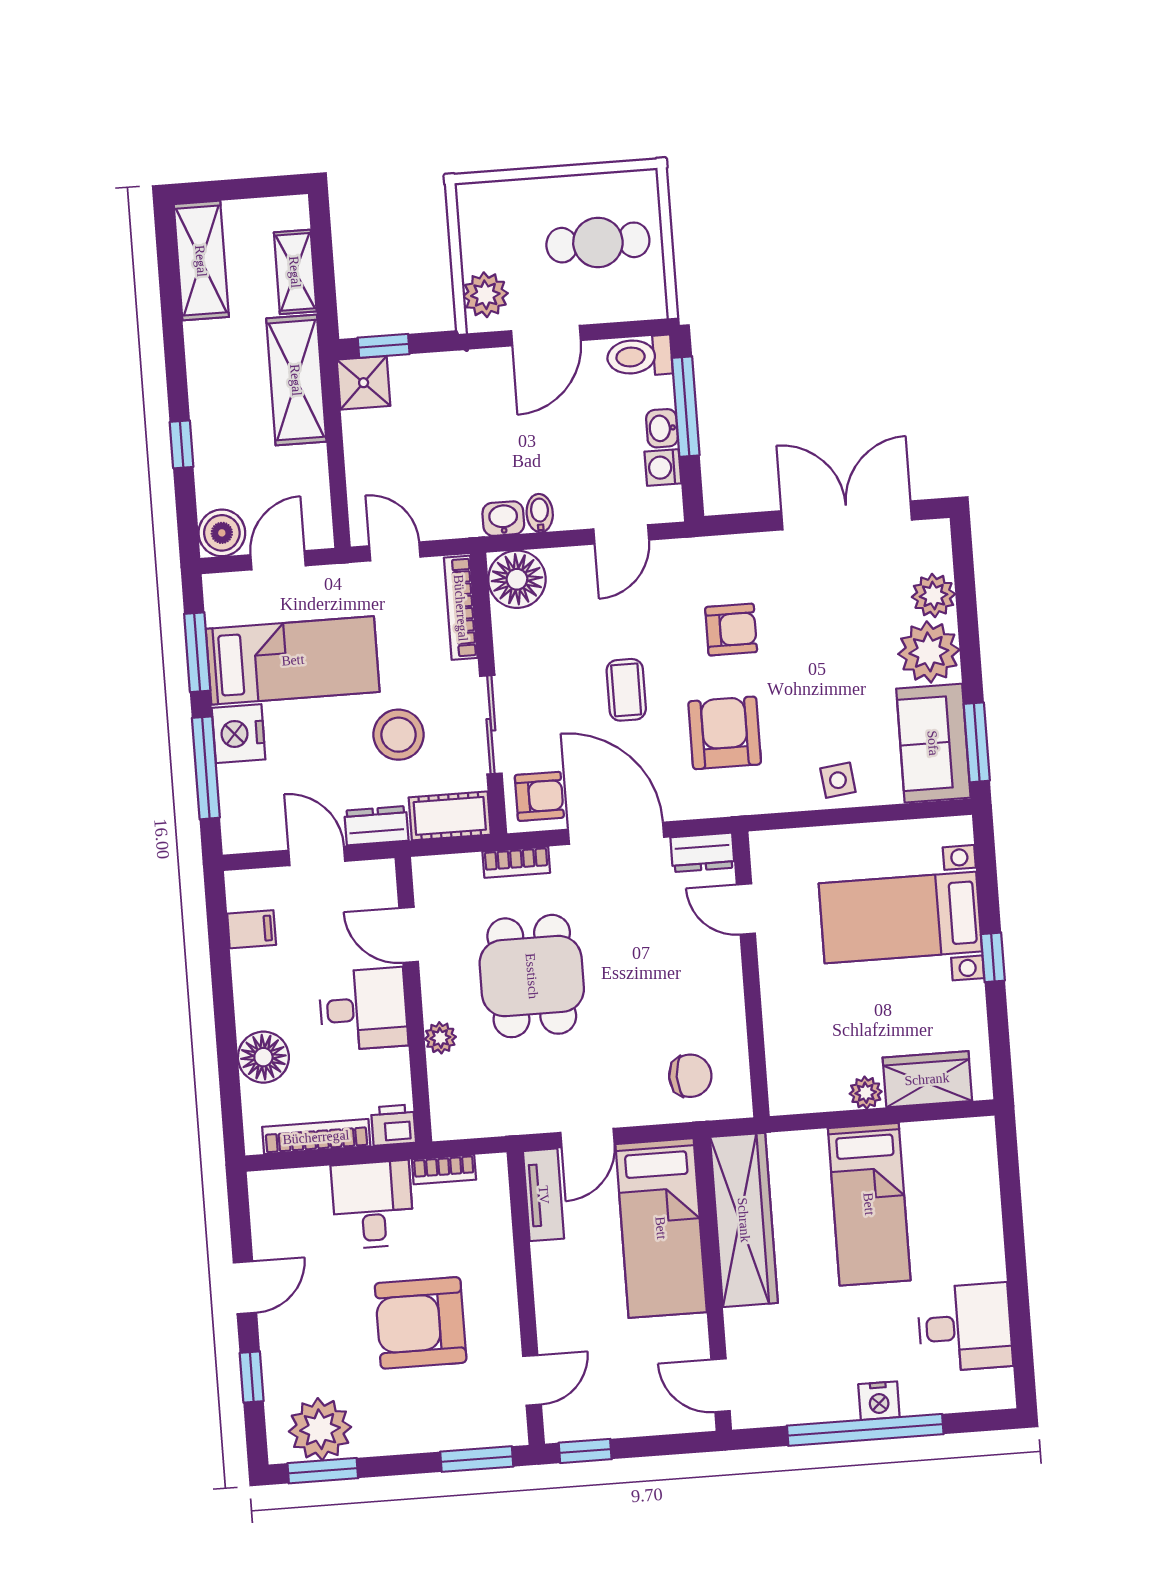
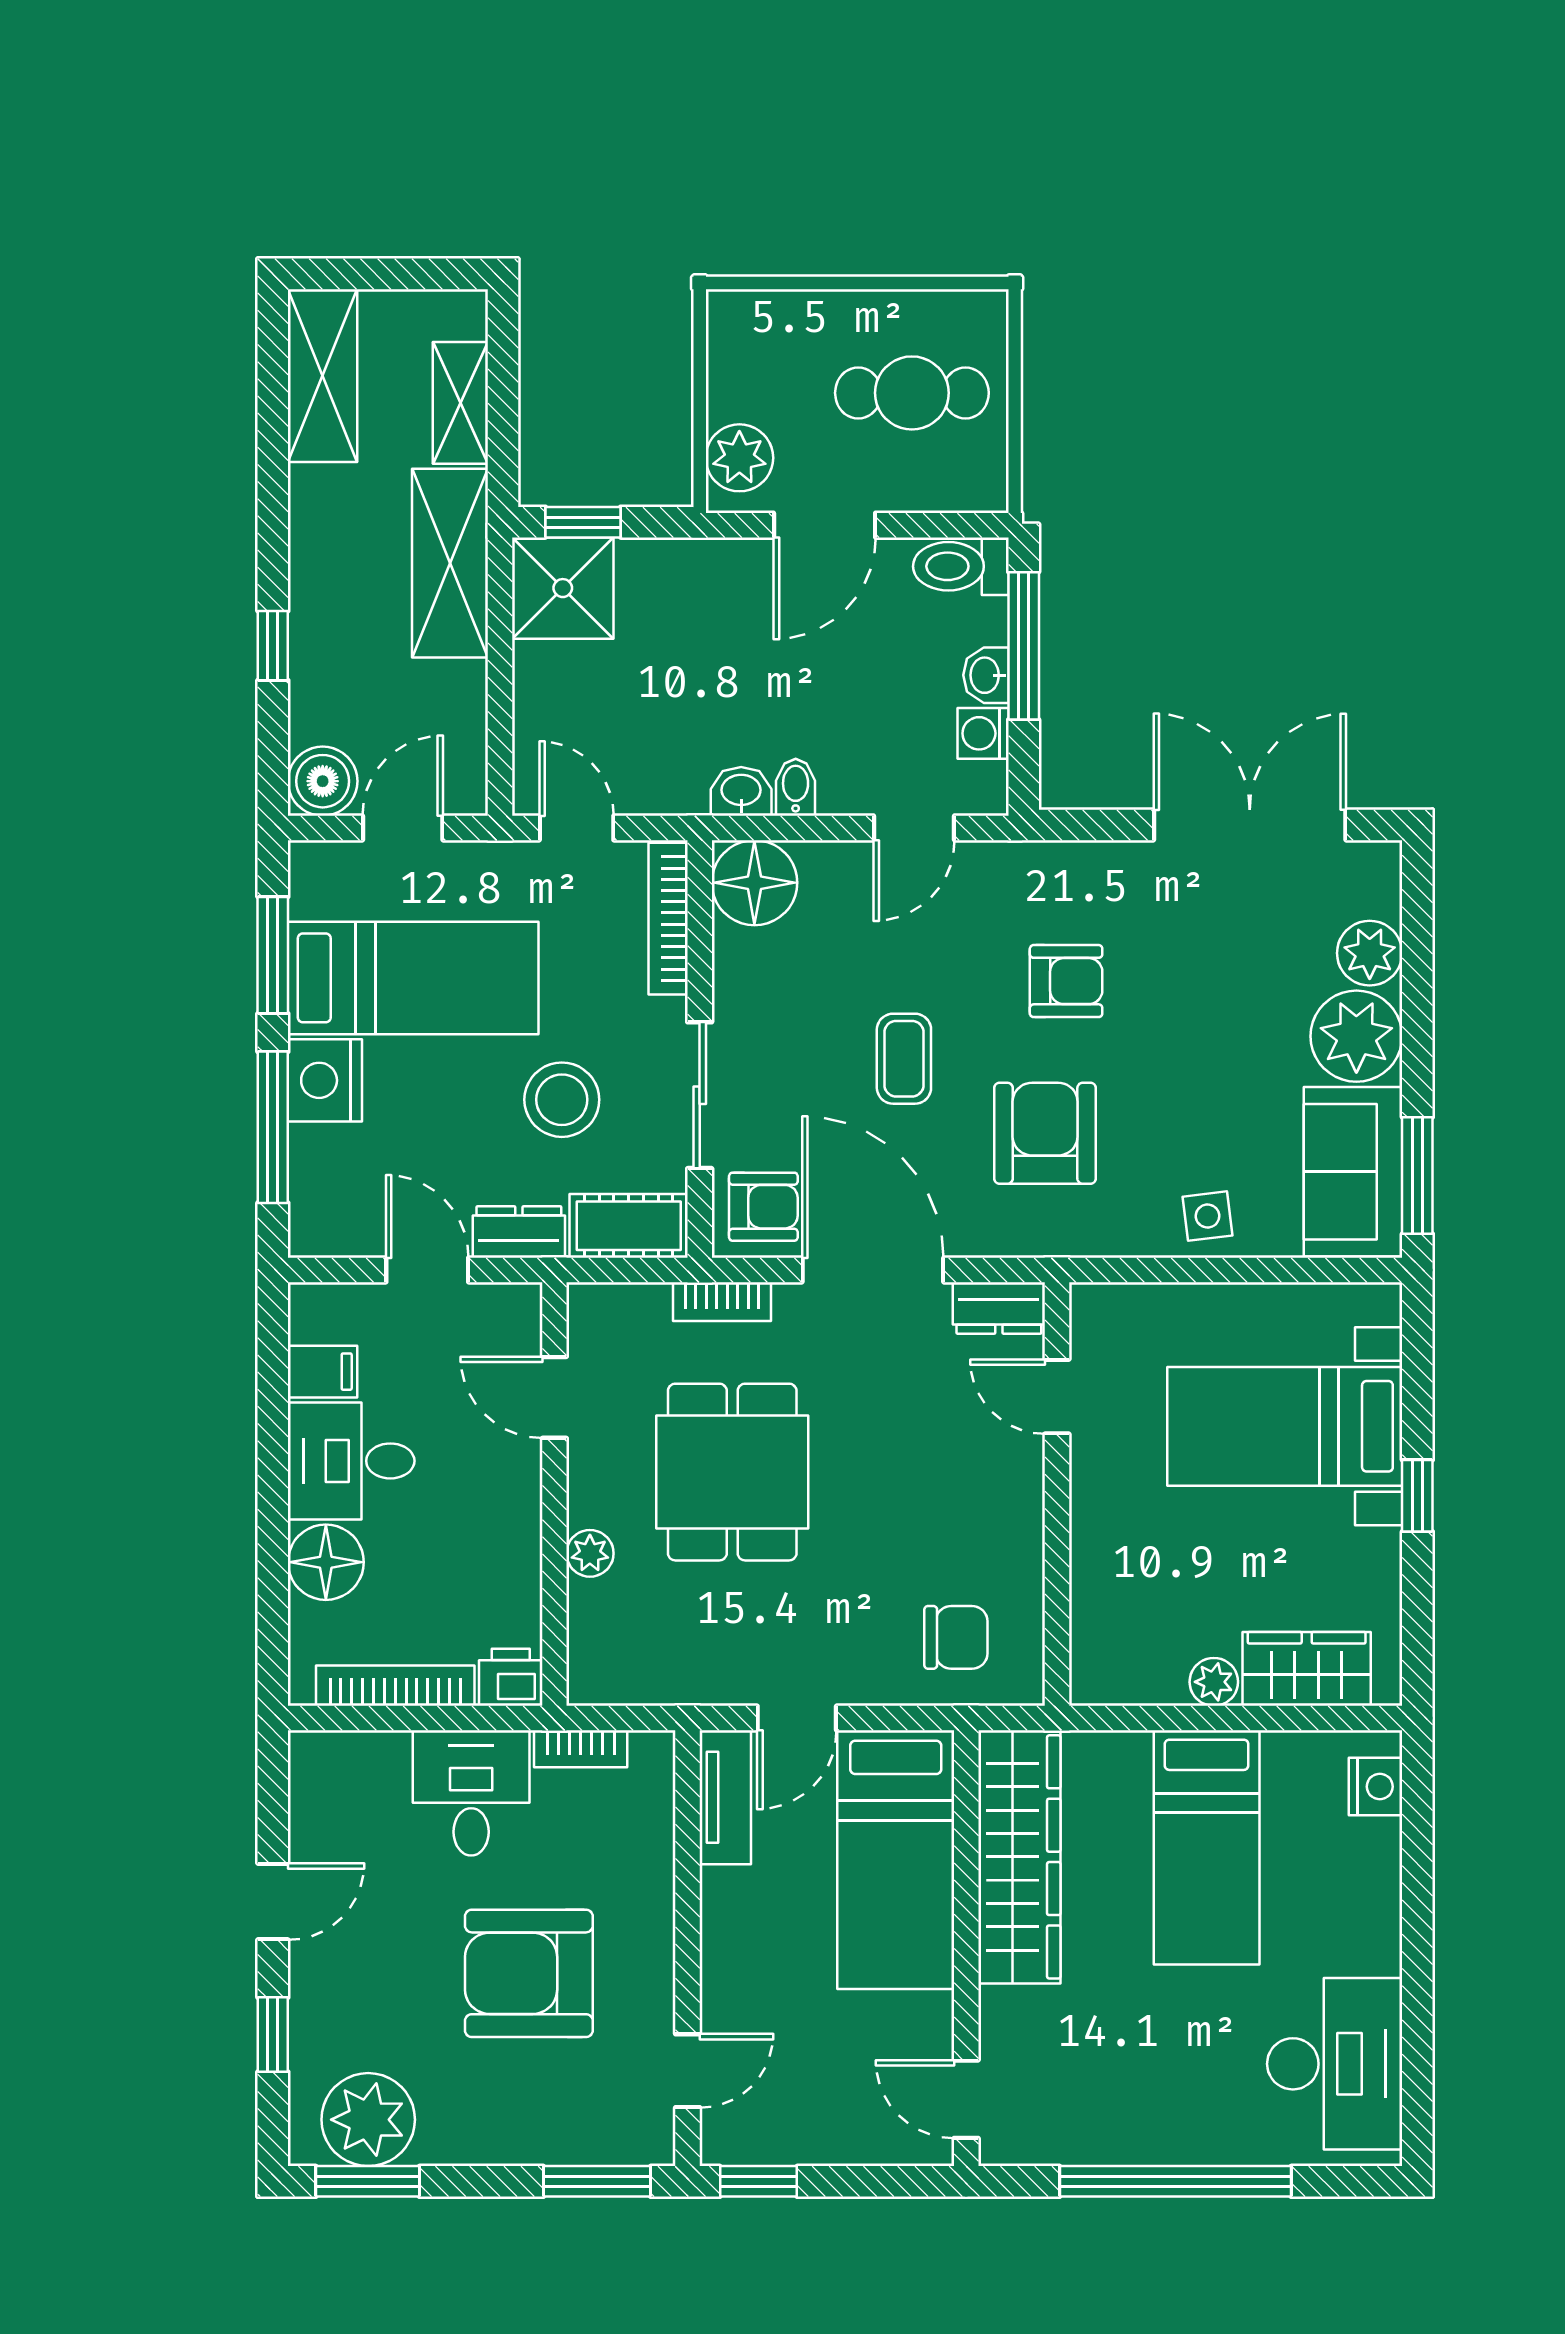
shower: (364, 383) -> (563, 588), width x1.36, depth x1.36
desk: (363, 1009) -> (351, 1461), moved, turned 180
desk: (965, 1327) -> (1335, 2064), width x1.37
nightstand: (879, 1401) -> (1375, 1787), moved, turned -90

